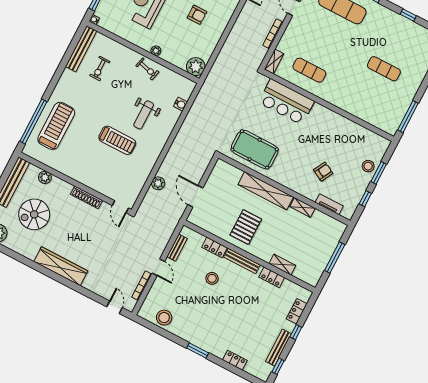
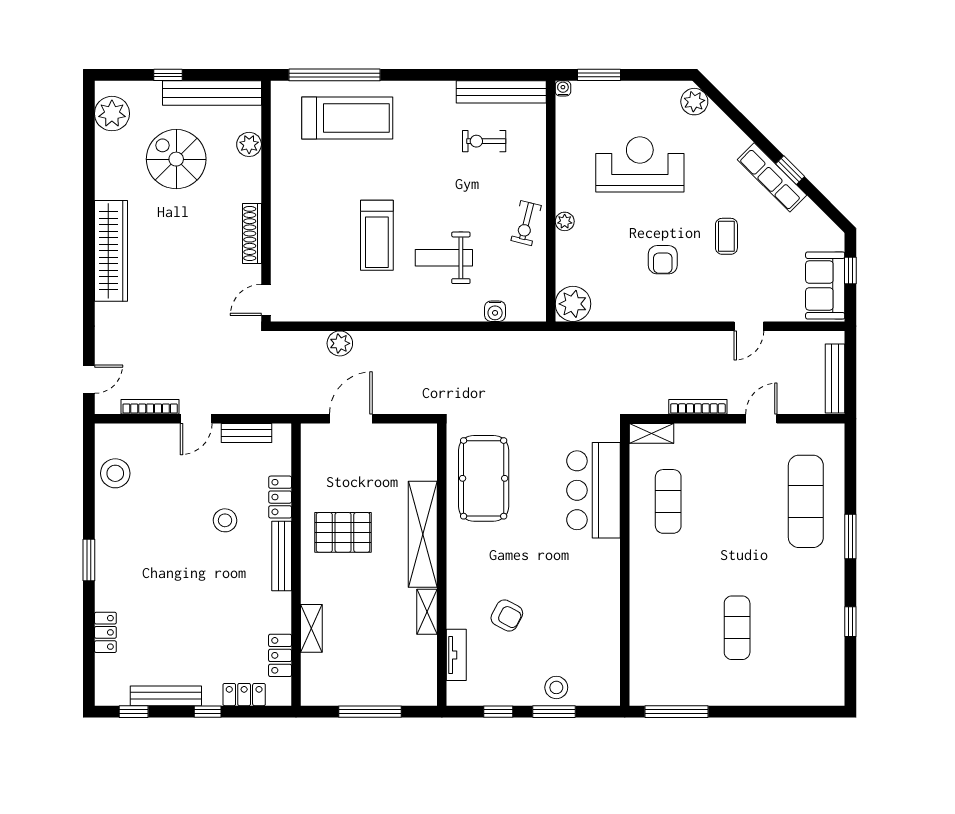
locker: (272, 277) -> (280, 655), moved

